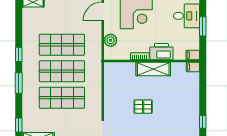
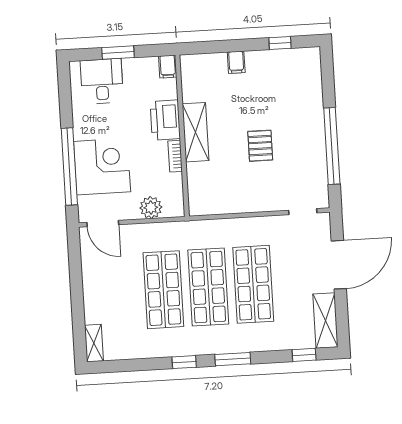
filing cabinet: (193, 67) -> (236, 62), moved

